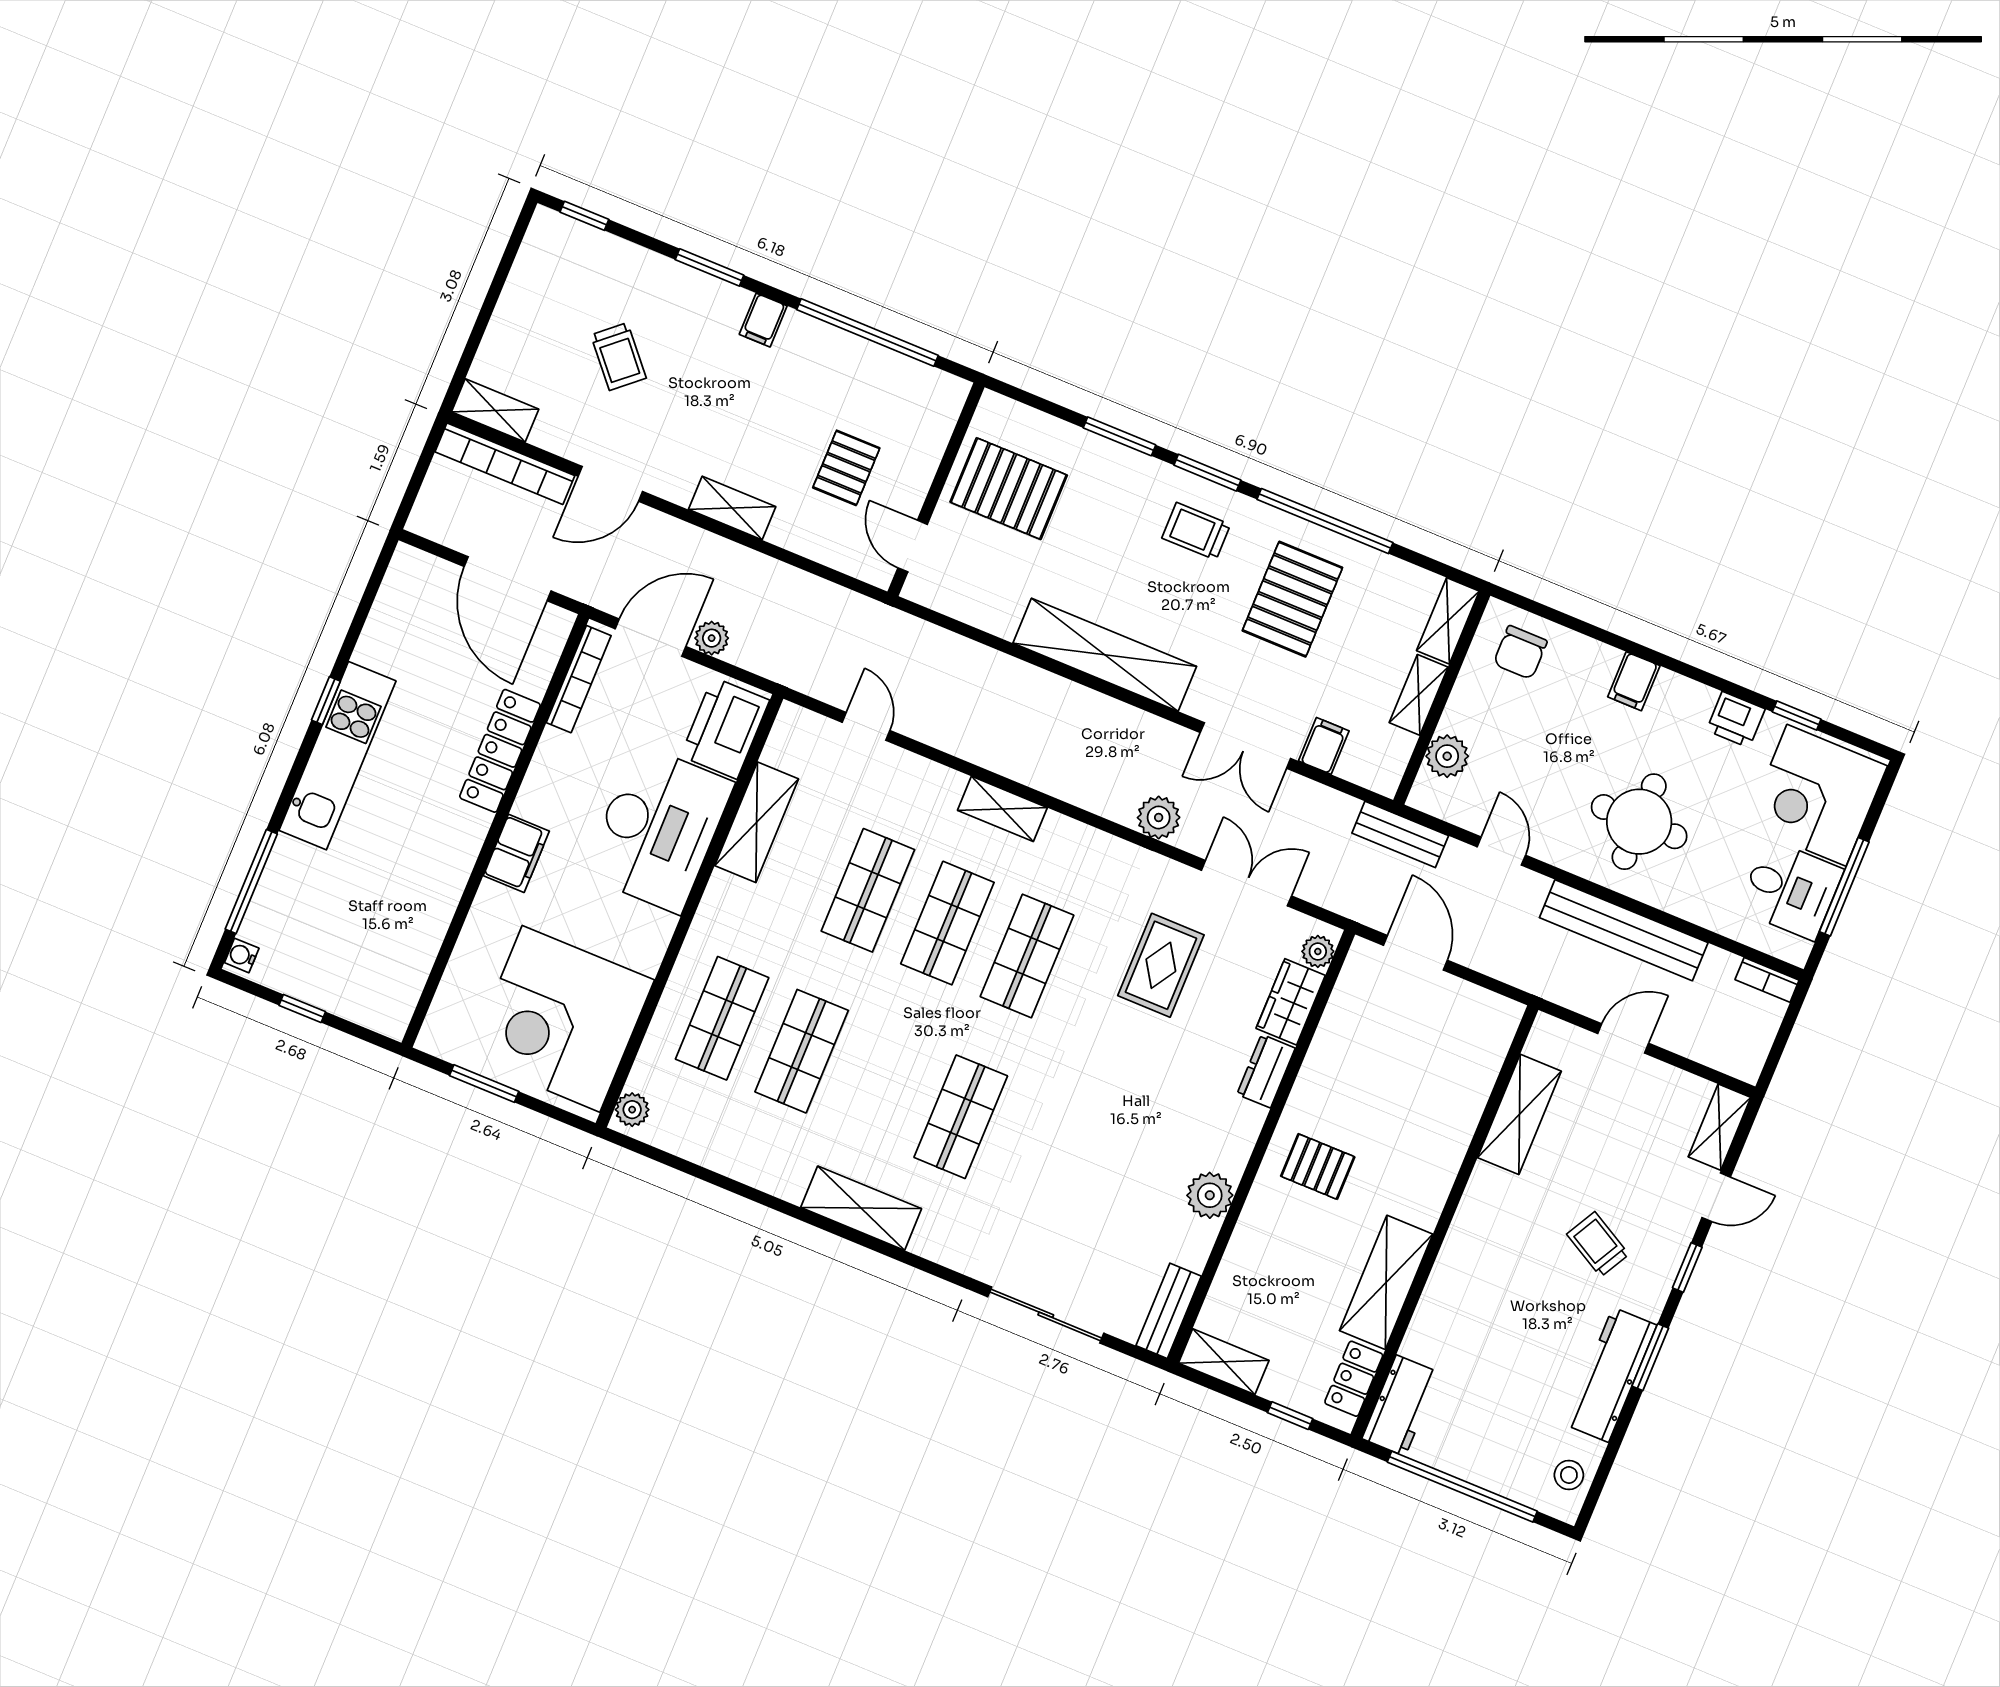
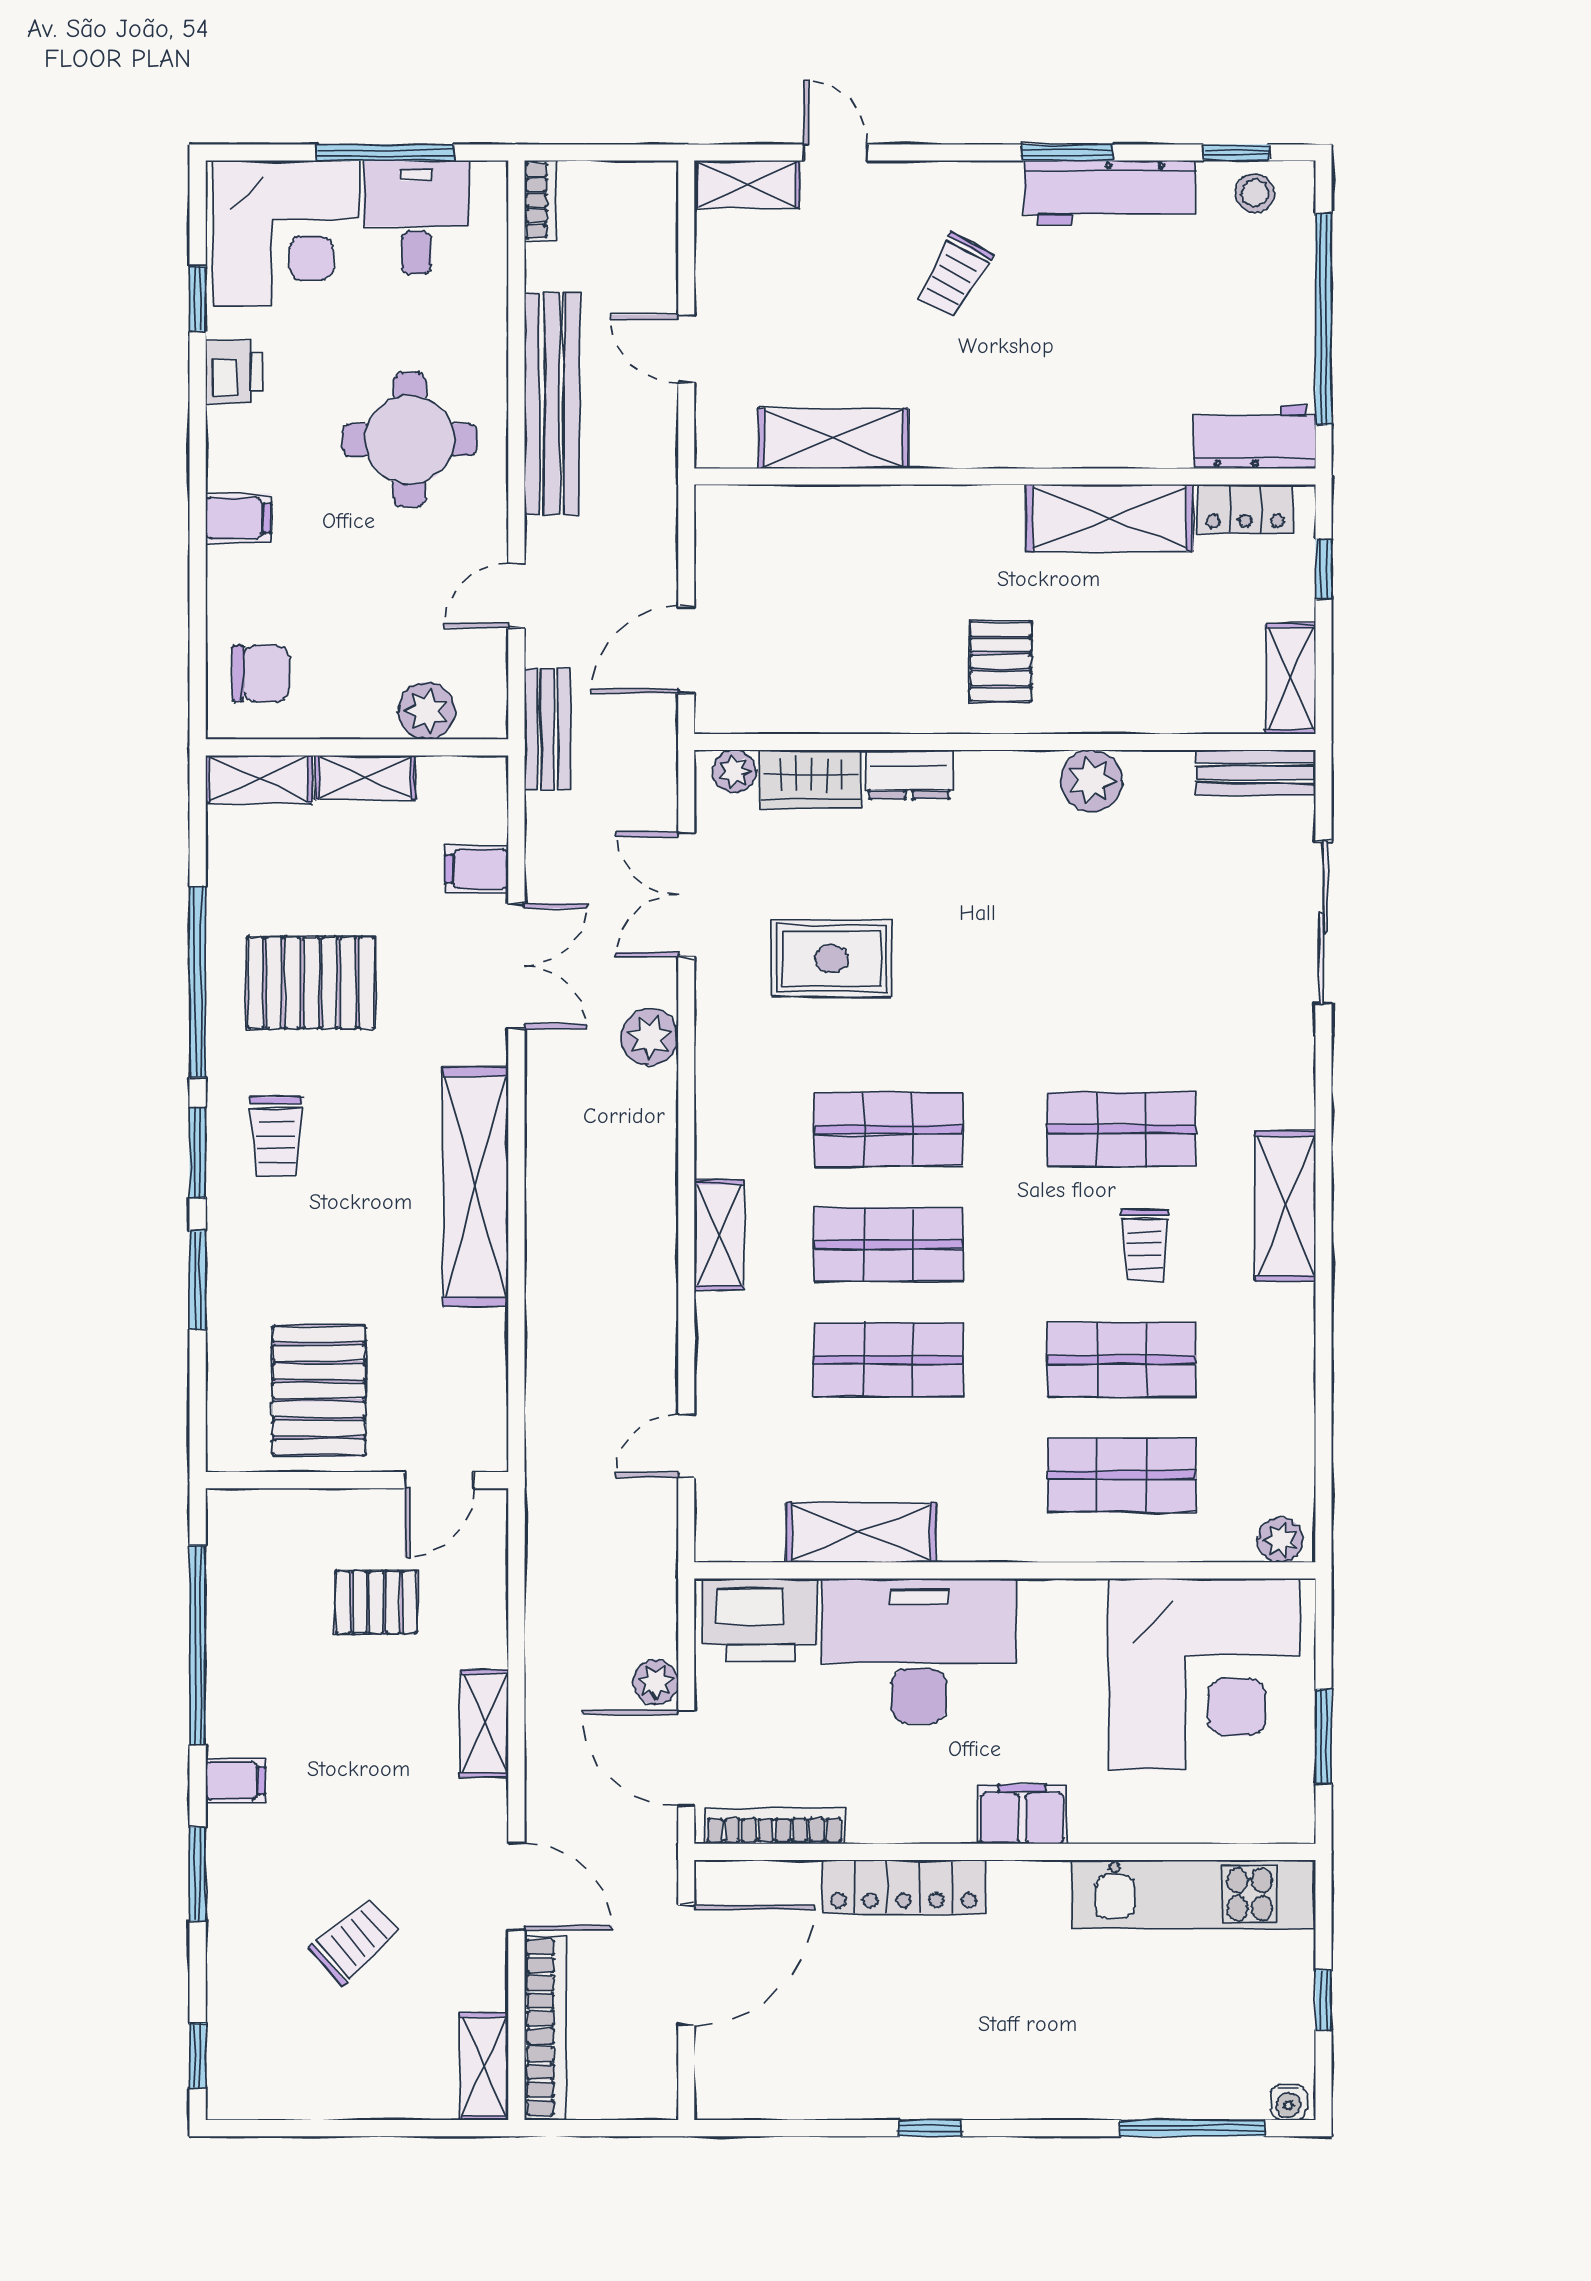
kitchen unit: (337, 756) -> (1193, 1894), moved, turned 180
trolley: (874, 1100) -> (1145, 1245), added
window: (1687, 1267) -> (1237, 153), moved

